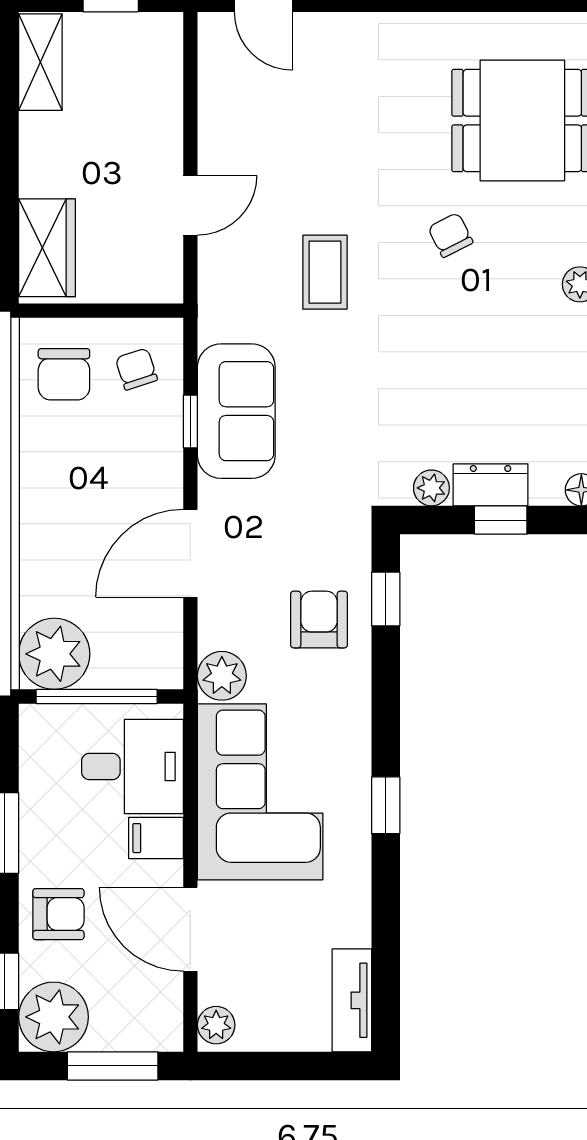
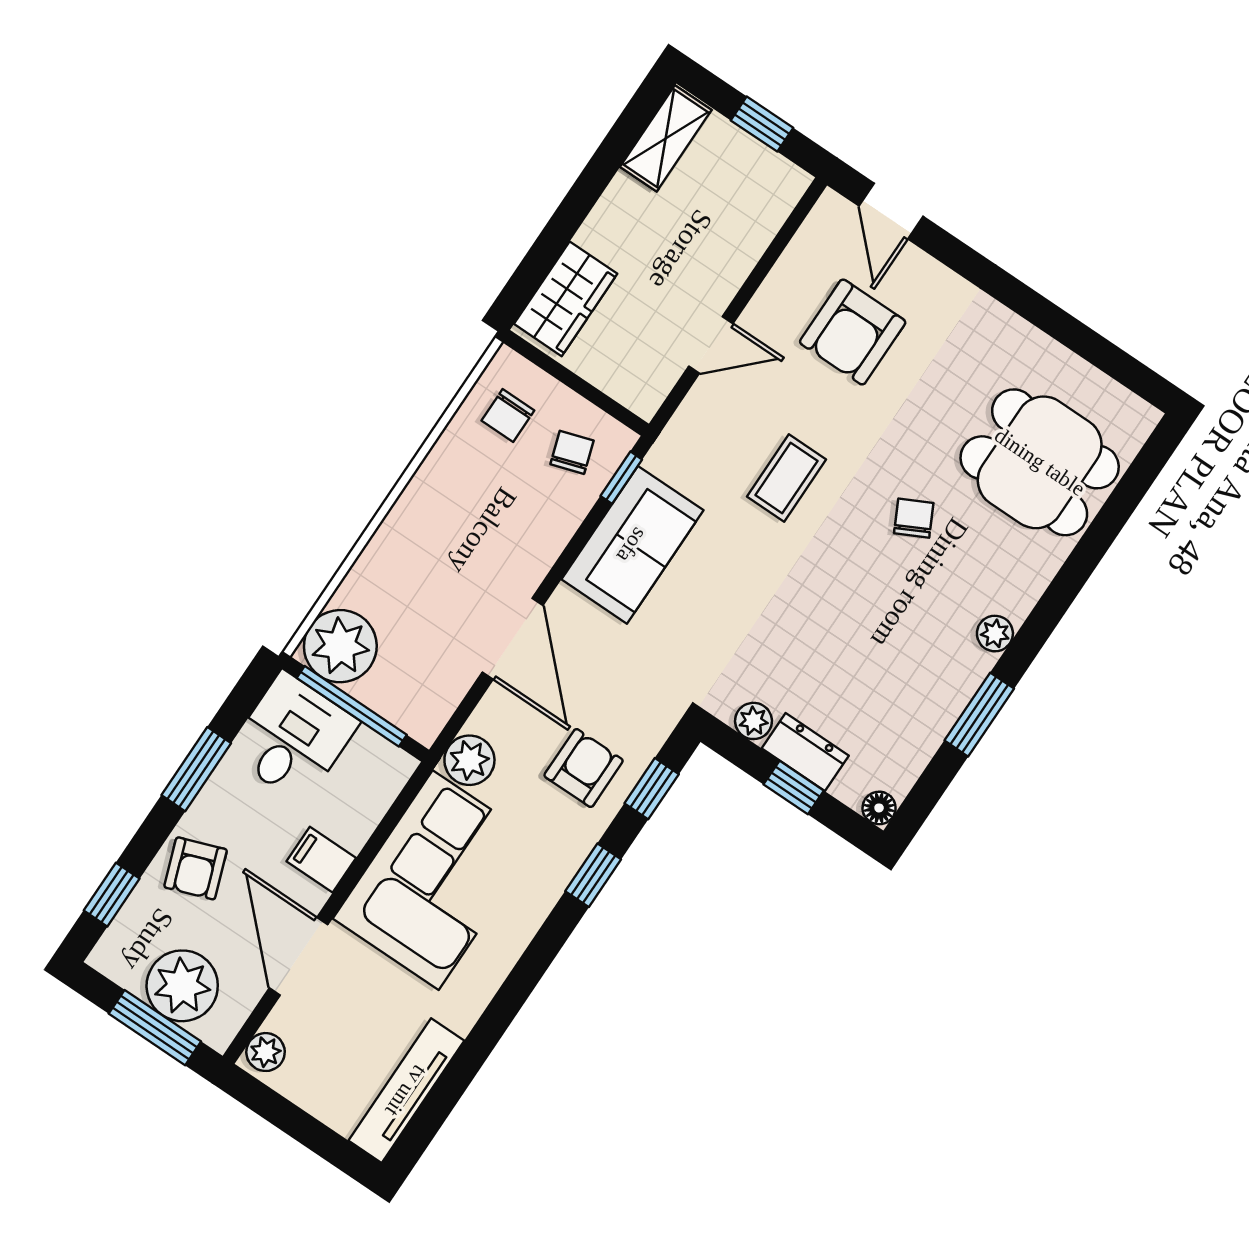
armchair: (299, 117) -> (853, 332), added
chair: (64, 374) -> (508, 415), width x0.73, depth x0.73
window: (190, 421) -> (621, 478), moved
door: (190, 553) -> (513, 639), swing flipped
desk: (132, 767) -> (293, 738), moved, turned -90
window: (386, 805) -> (593, 875), moved
armchair: (58, 914) -> (196, 868), turned 70
tv unit: (352, 1000) -> (406, 1091), width x1.41
plant: (53, 1017) -> (182, 986), moved

